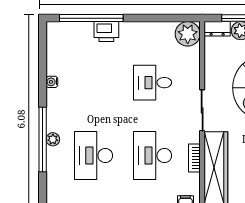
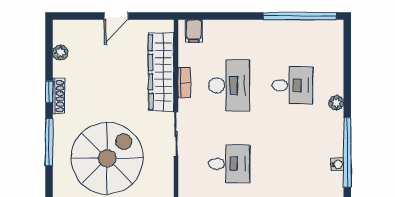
window: (43, 140) -> (347, 152), moved
desk: (94, 156) -> (293, 85), width x0.73

